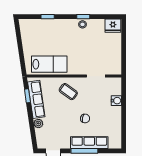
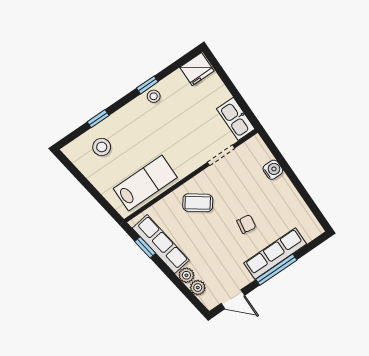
stool: (40, 32) -> (102, 147), added
kitchen sink: (115, 63) -> (236, 119), added
plant: (40, 133) -> (198, 288), added

